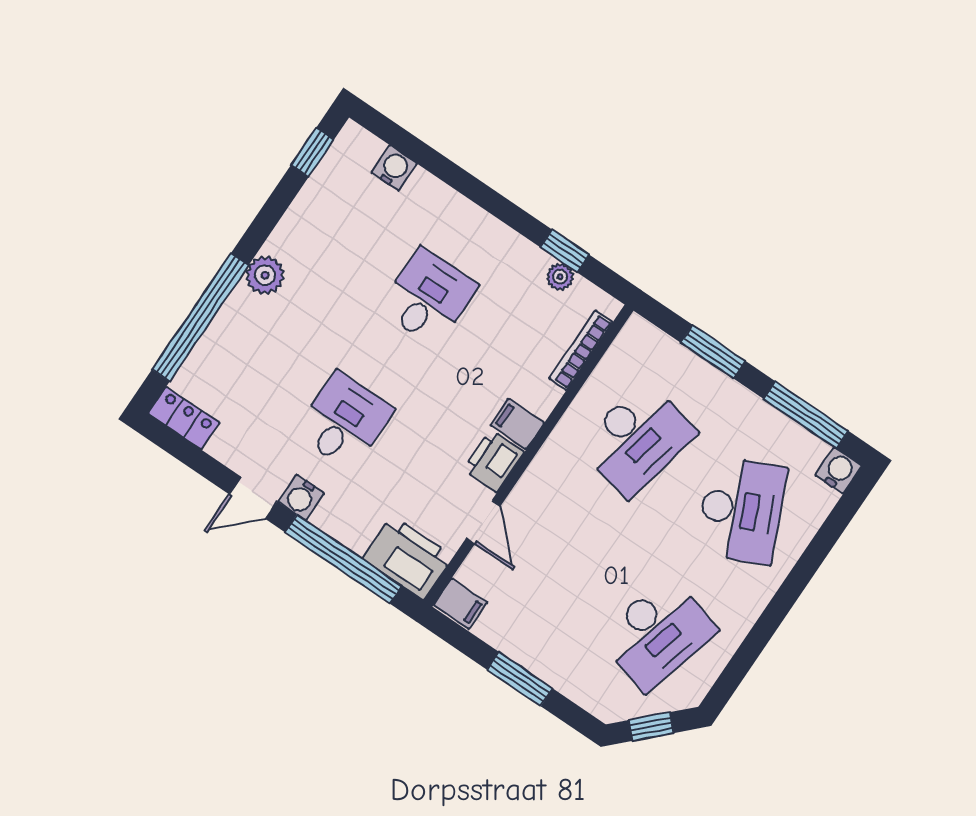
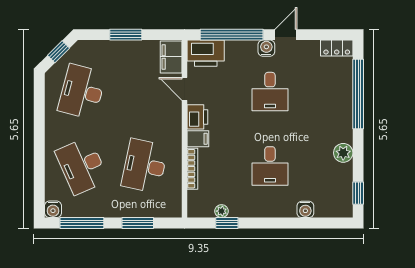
water cooler: (394, 168) -> (305, 209), moved
plant: (265, 275) -> (343, 153), moved
bookcase: (581, 350) -> (192, 169), moved
filing cabinet: (460, 604) -> (171, 57), width x2.00

